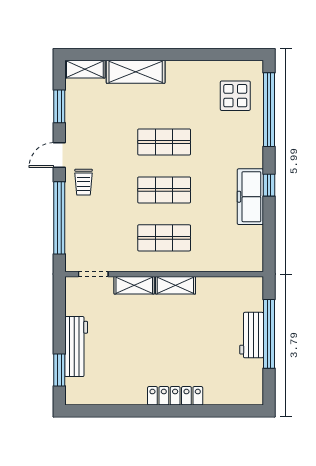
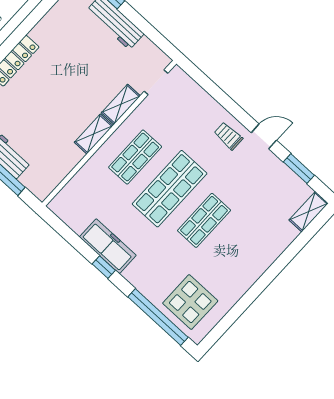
shelving: (136, 72) -> (273, 246), removed
display table: (235, 96) -> (190, 302), width x1.36, depth x1.36
door: (59, 155) -> (264, 136), hinge flipped
shop shelf: (164, 190) -> (170, 189), width x1.43, depth x1.36
window: (59, 218) -> (219, 95), removed

